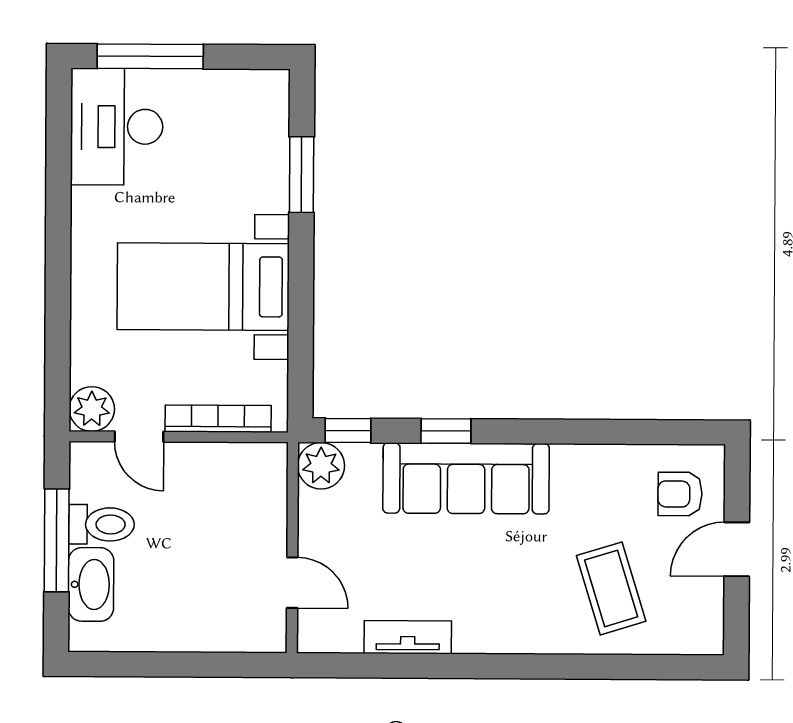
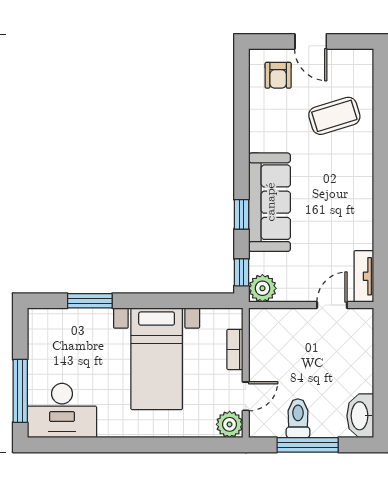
bookcase: (218, 419) -> (235, 349), width x0.64
washbasin: (91, 584) -> (360, 416), moved, turned -90
tv unit: (408, 637) -> (364, 276), moved

